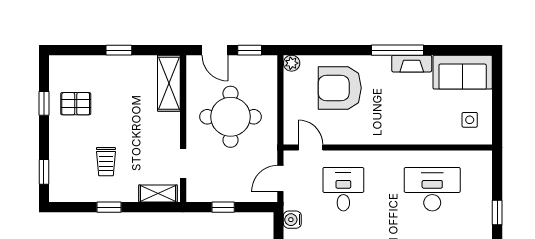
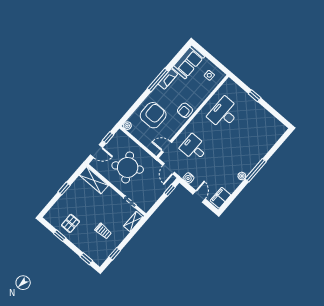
armchair: (340, 88) -> (153, 115), turned 180
round table: (230, 117) -> (128, 167), turned -31
armchair: (387, 129) -> (185, 110), added
window: (109, 207) -> (115, 254), moved
window: (223, 207) -> (170, 190), moved

